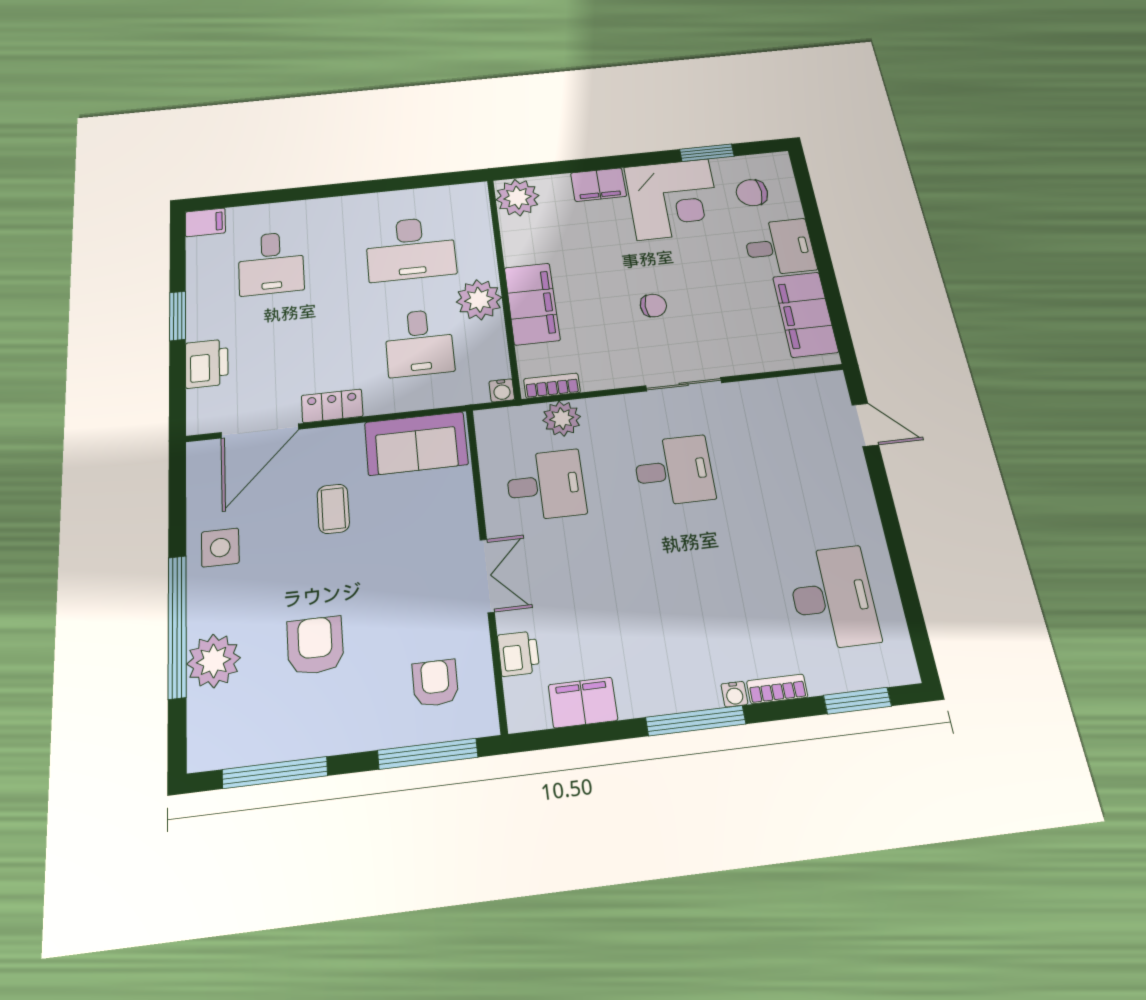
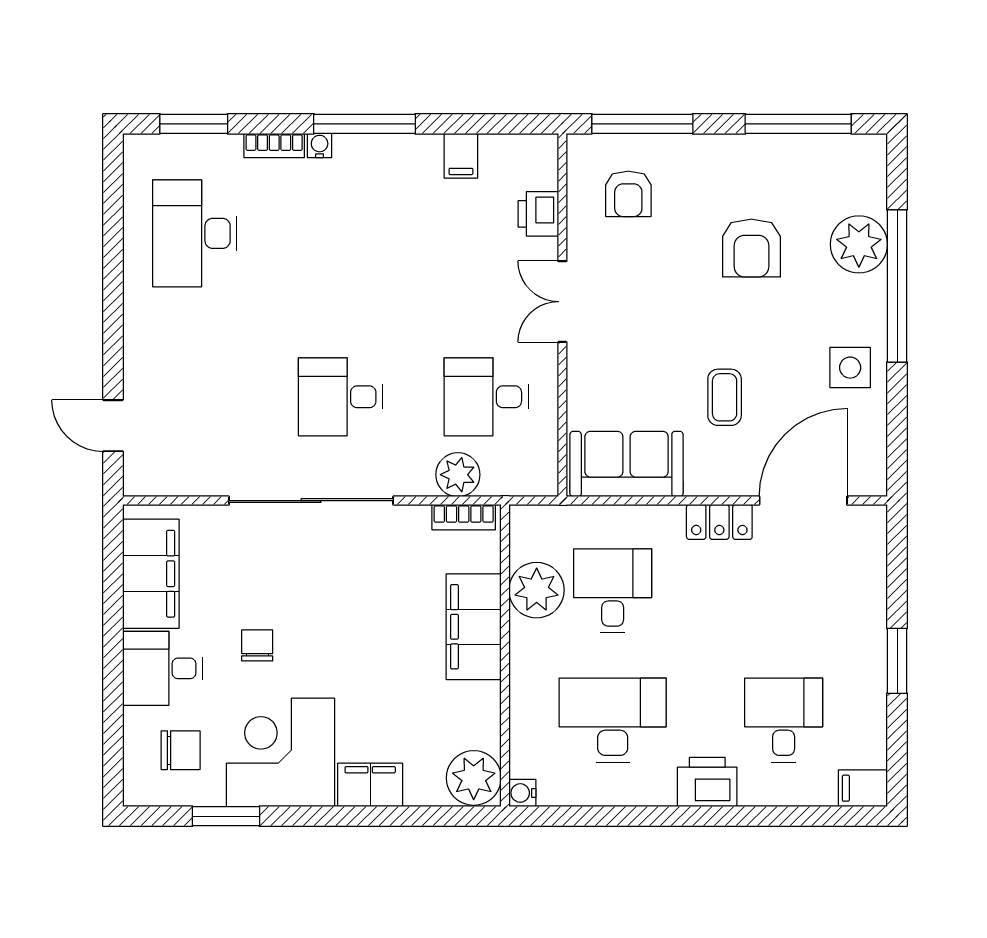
plant: (479, 300) -> (537, 590), moved
chair: (653, 305) -> (257, 645), moved, turned 90
printer: (207, 364) -> (707, 782), moved, turned 90
sliding door: (684, 384) -> (311, 501), width x1.86
water cooler: (502, 390) -> (522, 793), moved, turned -90
filing cabinet: (583, 703) -> (461, 156), width x0.50

